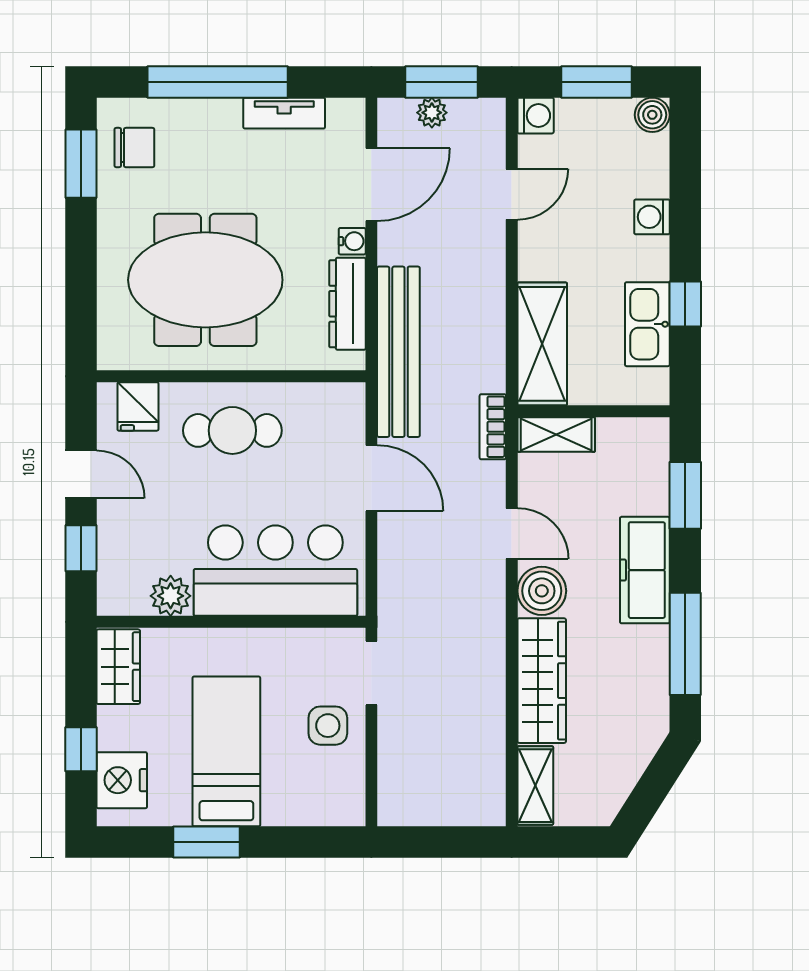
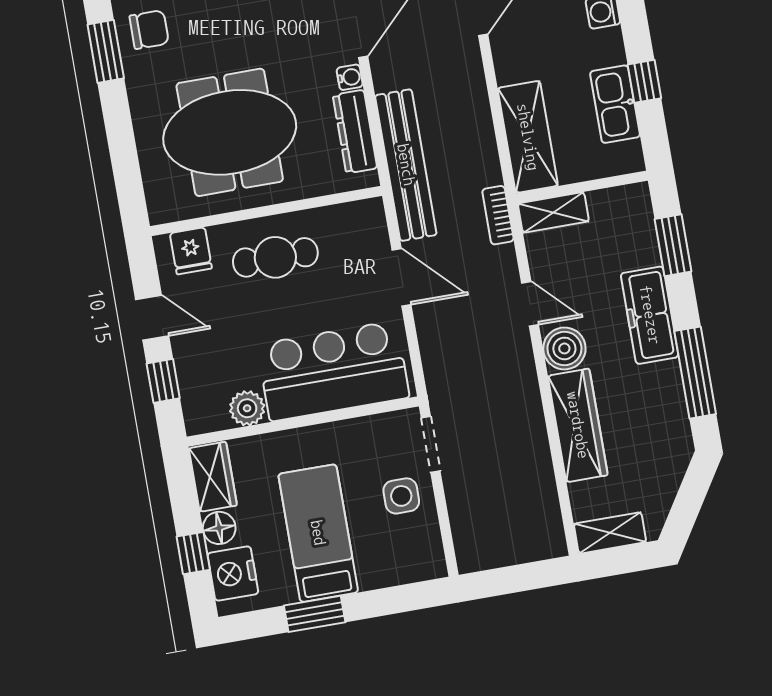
floor lamp: (115, 726) -> (219, 528), added
shelving: (535, 786) -> (610, 533), moved, turned 90

